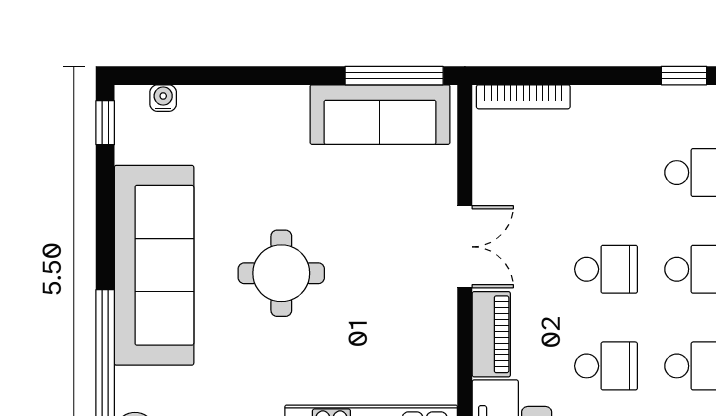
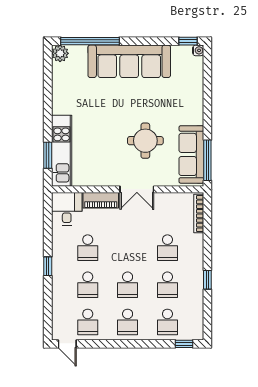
water cooler: (163, 98) -> (198, 50), moved
school desk: (606, 269) -> (167, 248), moved
round table: (281, 273) -> (145, 141), moved

